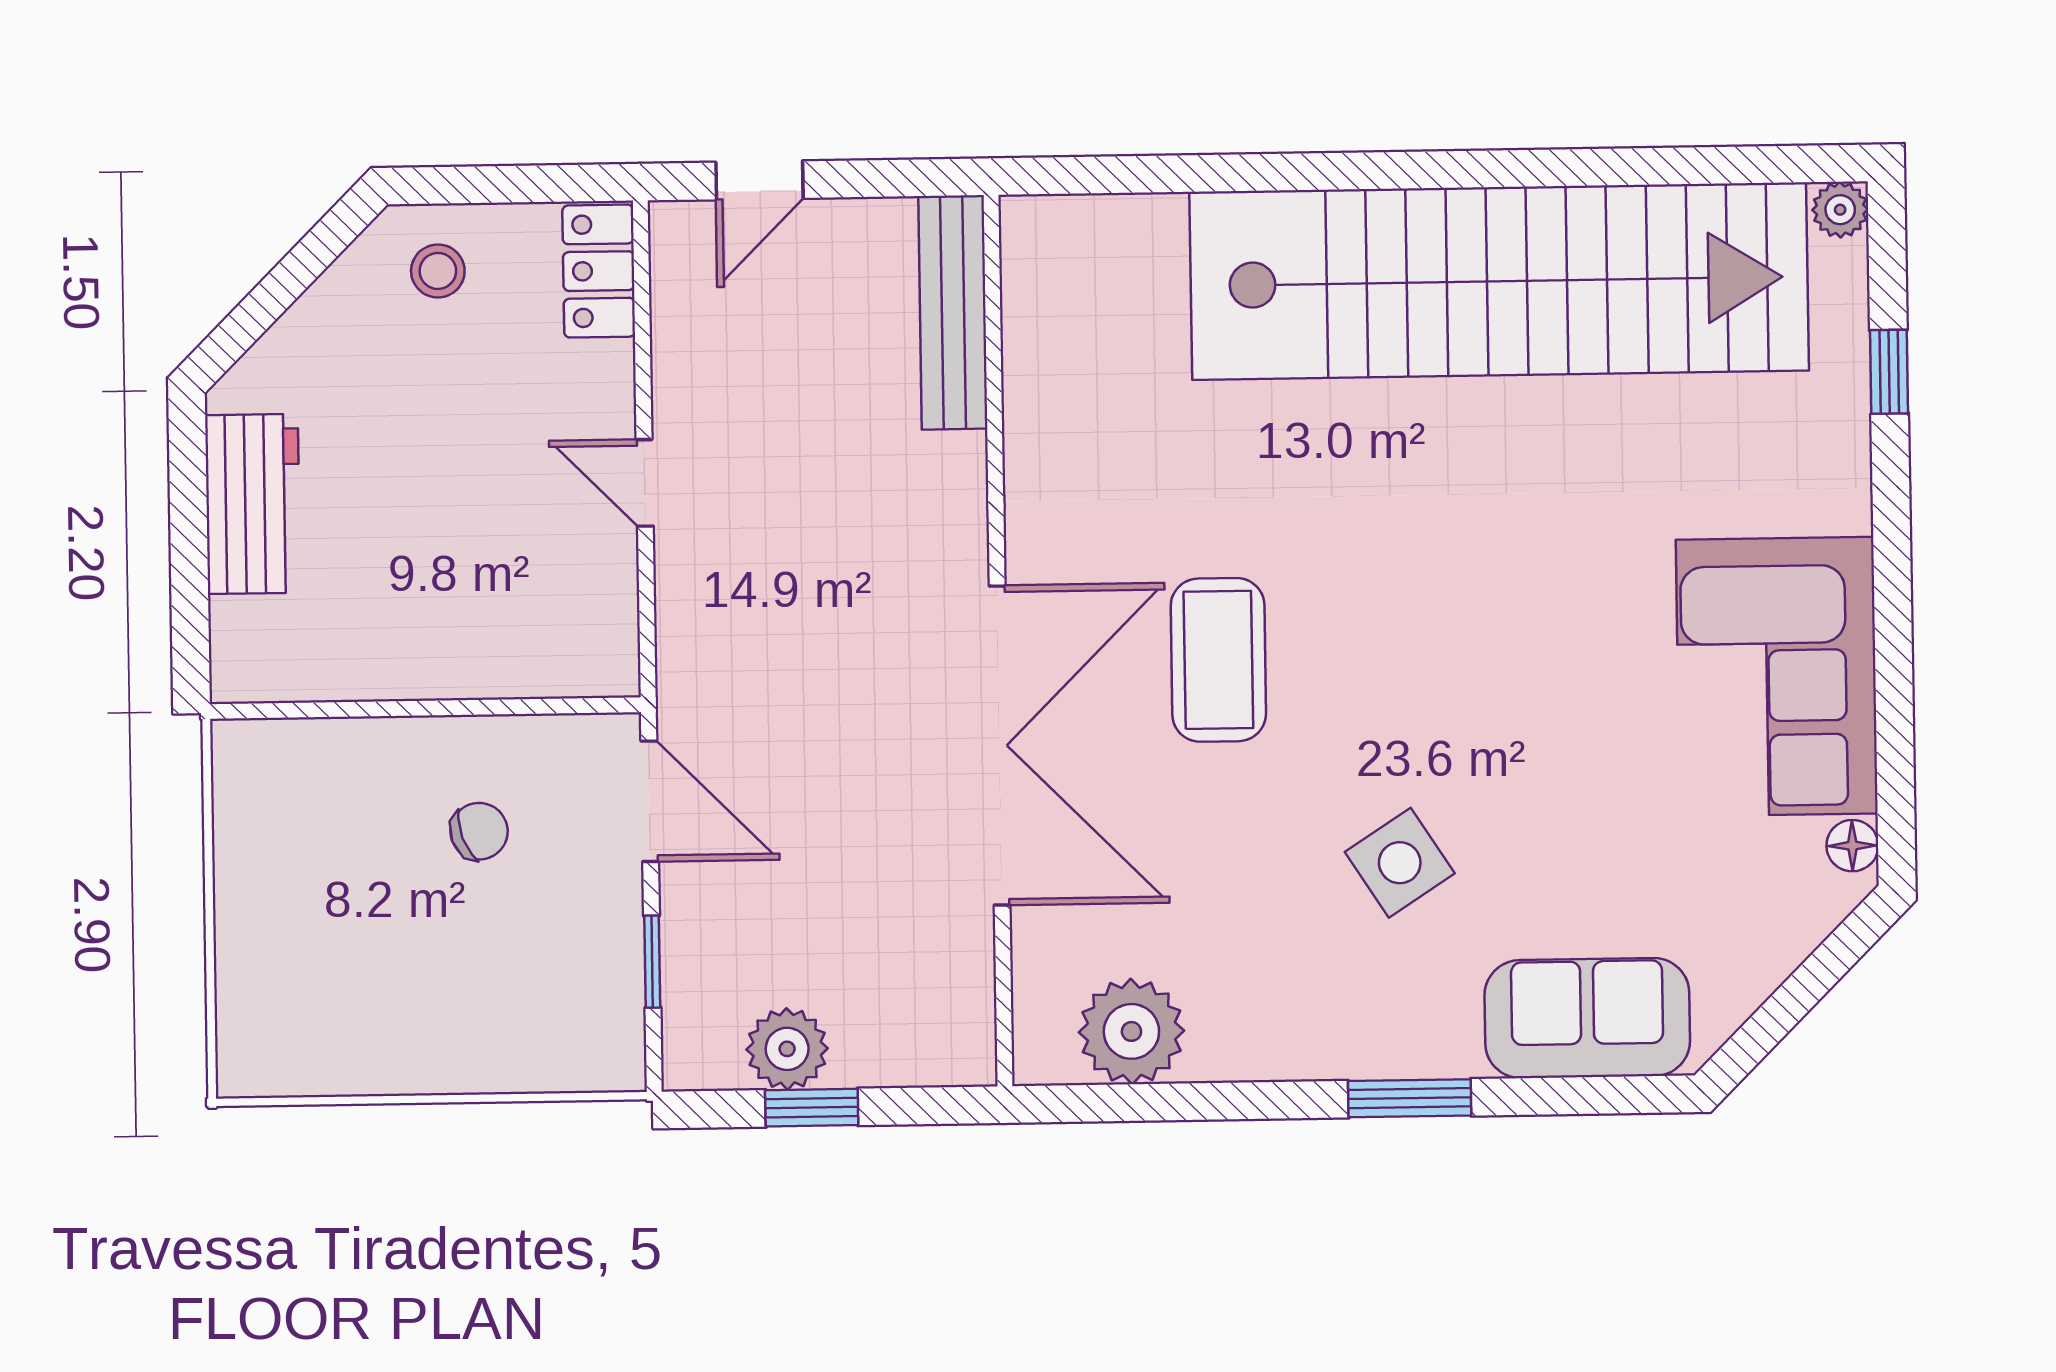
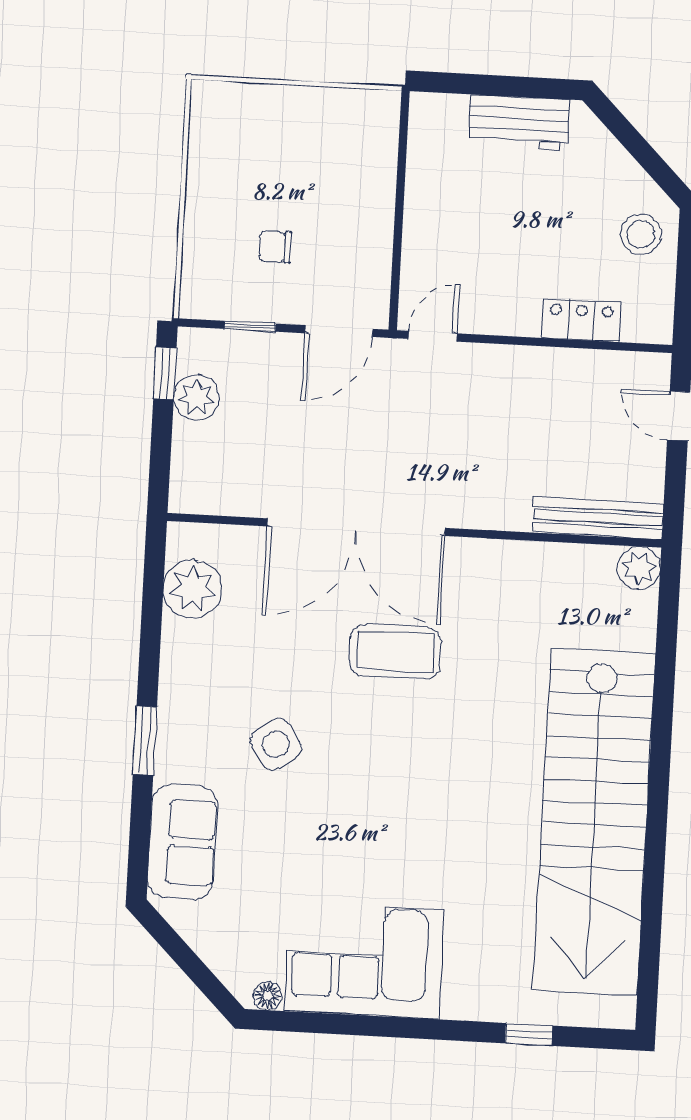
plant: (1840, 210) -> (639, 568), moved, width x1.38, depth x1.38
stool: (438, 271) -> (641, 234), width x1.37, depth x1.37
locker: (599, 271) -> (581, 320), moved
door: (645, 483) -> (433, 336), moved
chair: (479, 831) -> (275, 247), moved, turned 110
window: (812, 1108) -> (165, 373), moved

